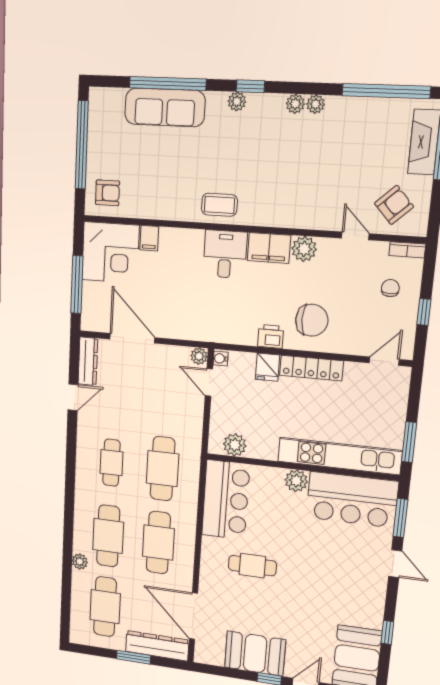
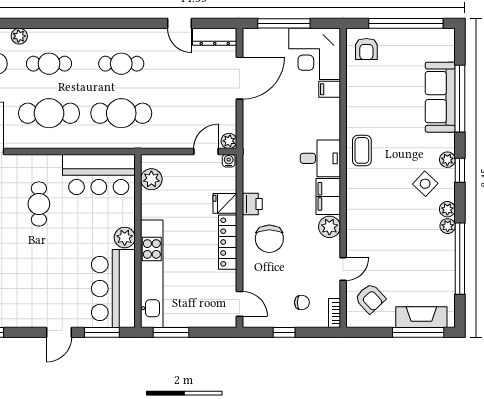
window: (386, 91) -> (460, 259), moved
side table: (263, 130) -> (425, 184), added
cafe table: (108, 536) -> (49, 64), width x0.73, depth x0.74

